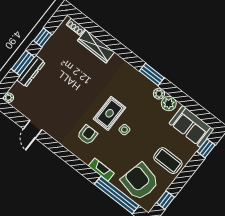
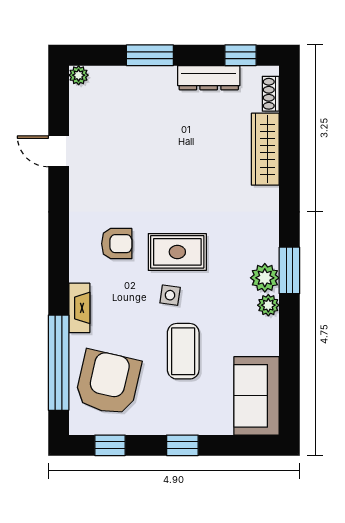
window: (43, 38) -> (241, 55), moved
dresser: (31, 71) -> (209, 78), moved
plant: (169, 104) -> (265, 278), moved
door: (33, 129) -> (59, 151), hinge flipped
window: (206, 148) -> (182, 445), moved
coffee table: (168, 161) -> (183, 351), moved

